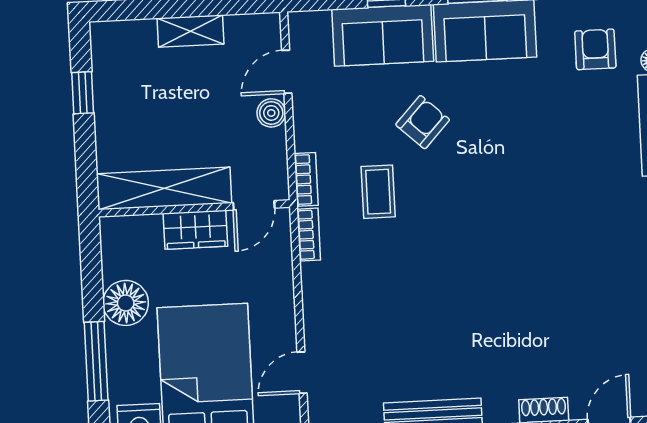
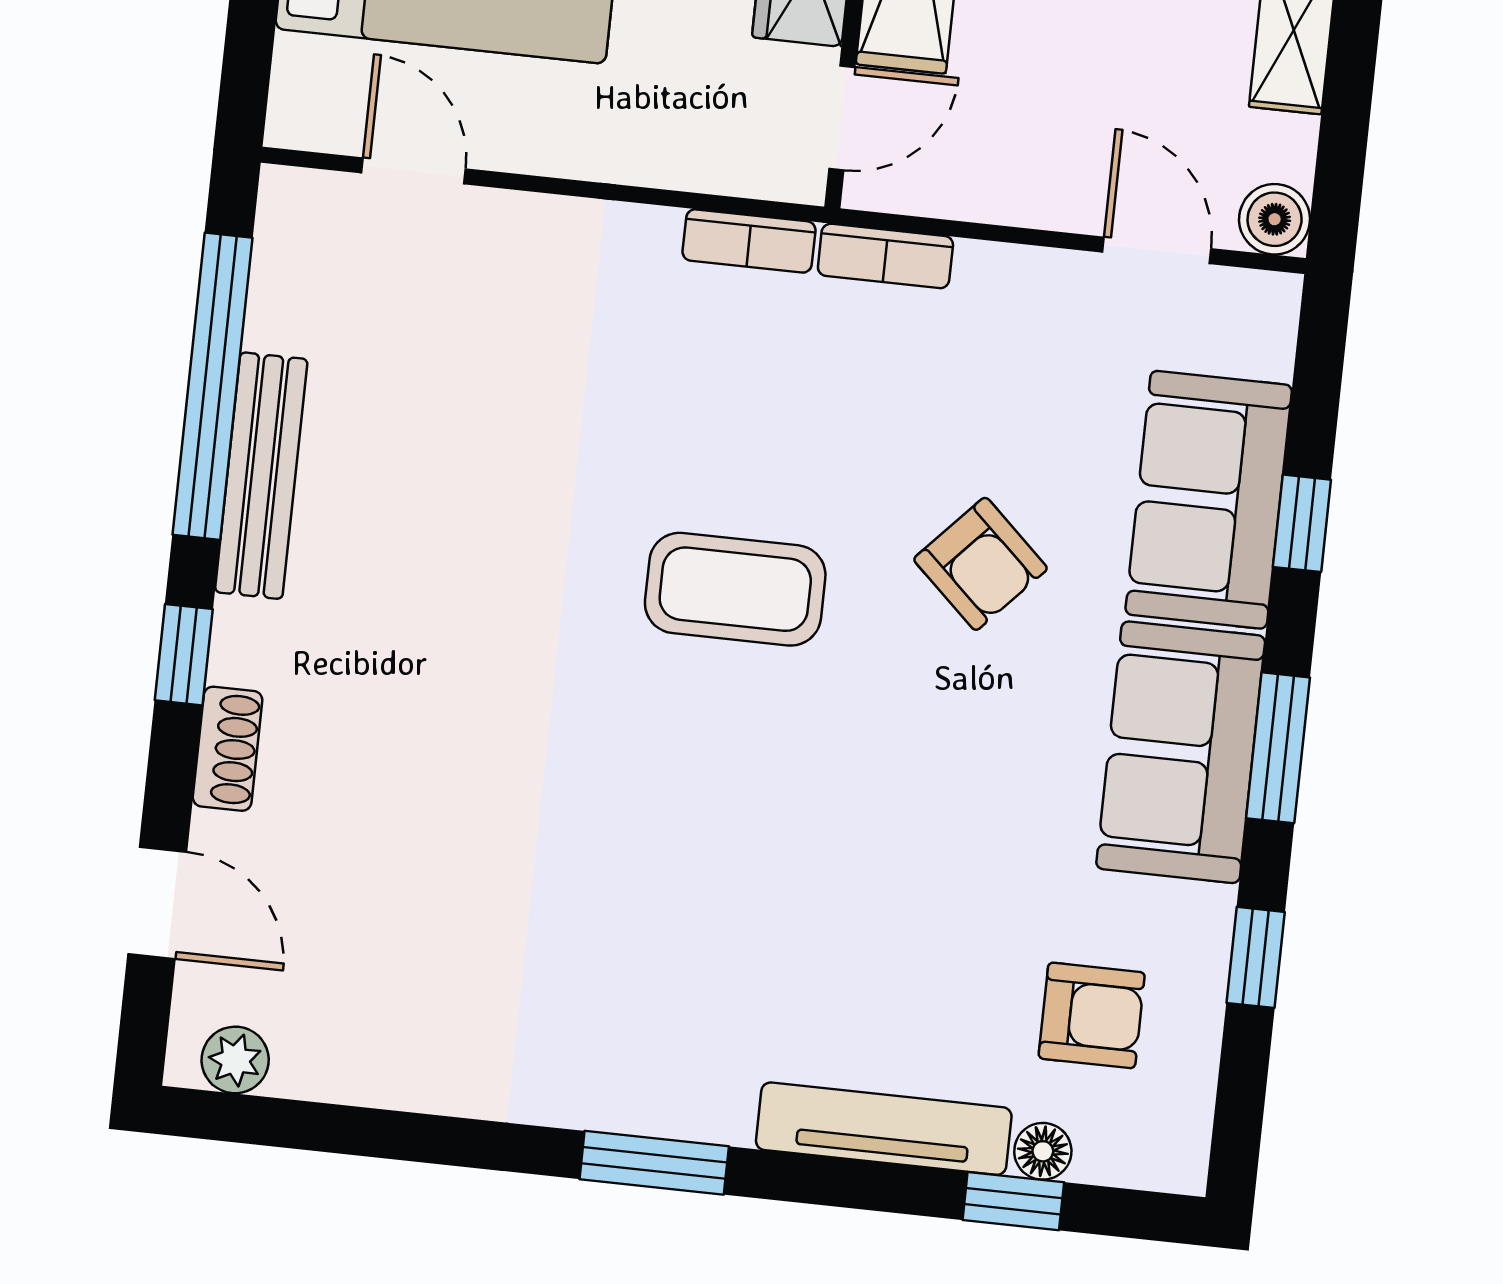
boiler: (271, 113) -> (1275, 219), moved
coffee table: (378, 192) -> (735, 589), moved, width x1.36, depth x1.30
door: (254, 205) -> (842, 118), swing flipped

